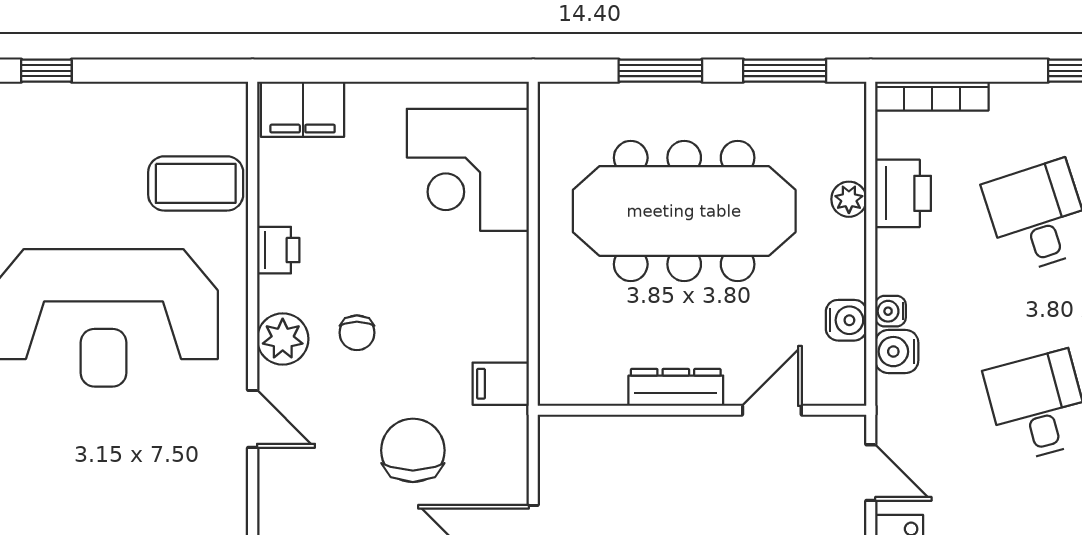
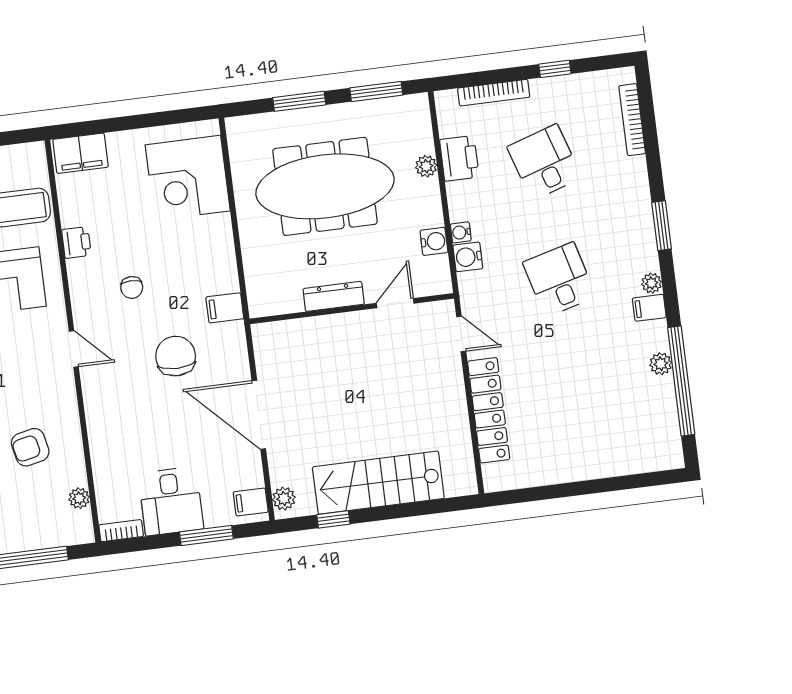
bookcase: (932, 96) -> (494, 93), moved
plant: (283, 339) -> (86, 297), removed

